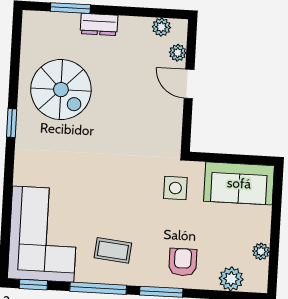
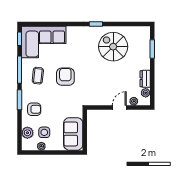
dresser: (99, 24) -> (145, 79), moved
spiral stairs: (61, 90) -> (113, 47), turned 90
side table: (175, 188) -> (44, 132), moved
armchair: (118, 193) -> (65, 77), added

